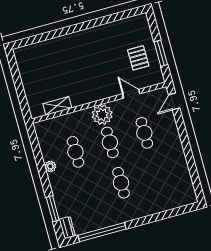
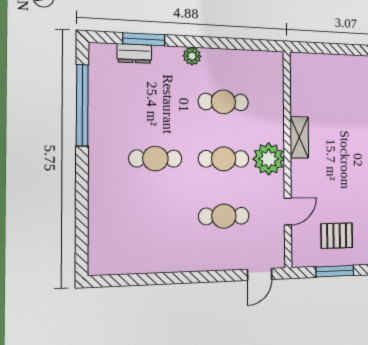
door: (174, 101) -> (260, 274), swing flipped
shelving: (57, 106) -> (299, 137), moved
plant: (50, 166) -> (192, 56), moved
dresser: (67, 227) -> (134, 54), moved

